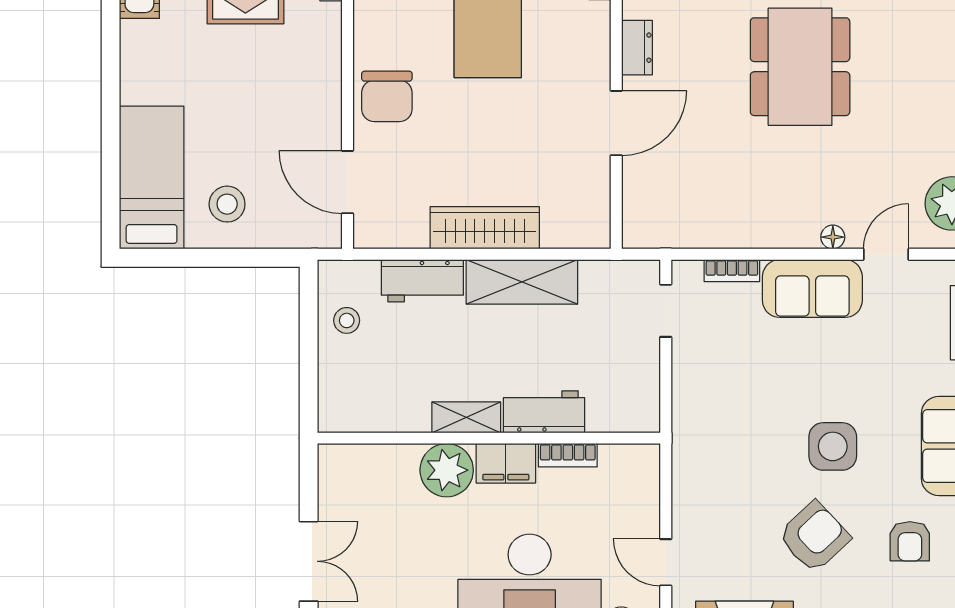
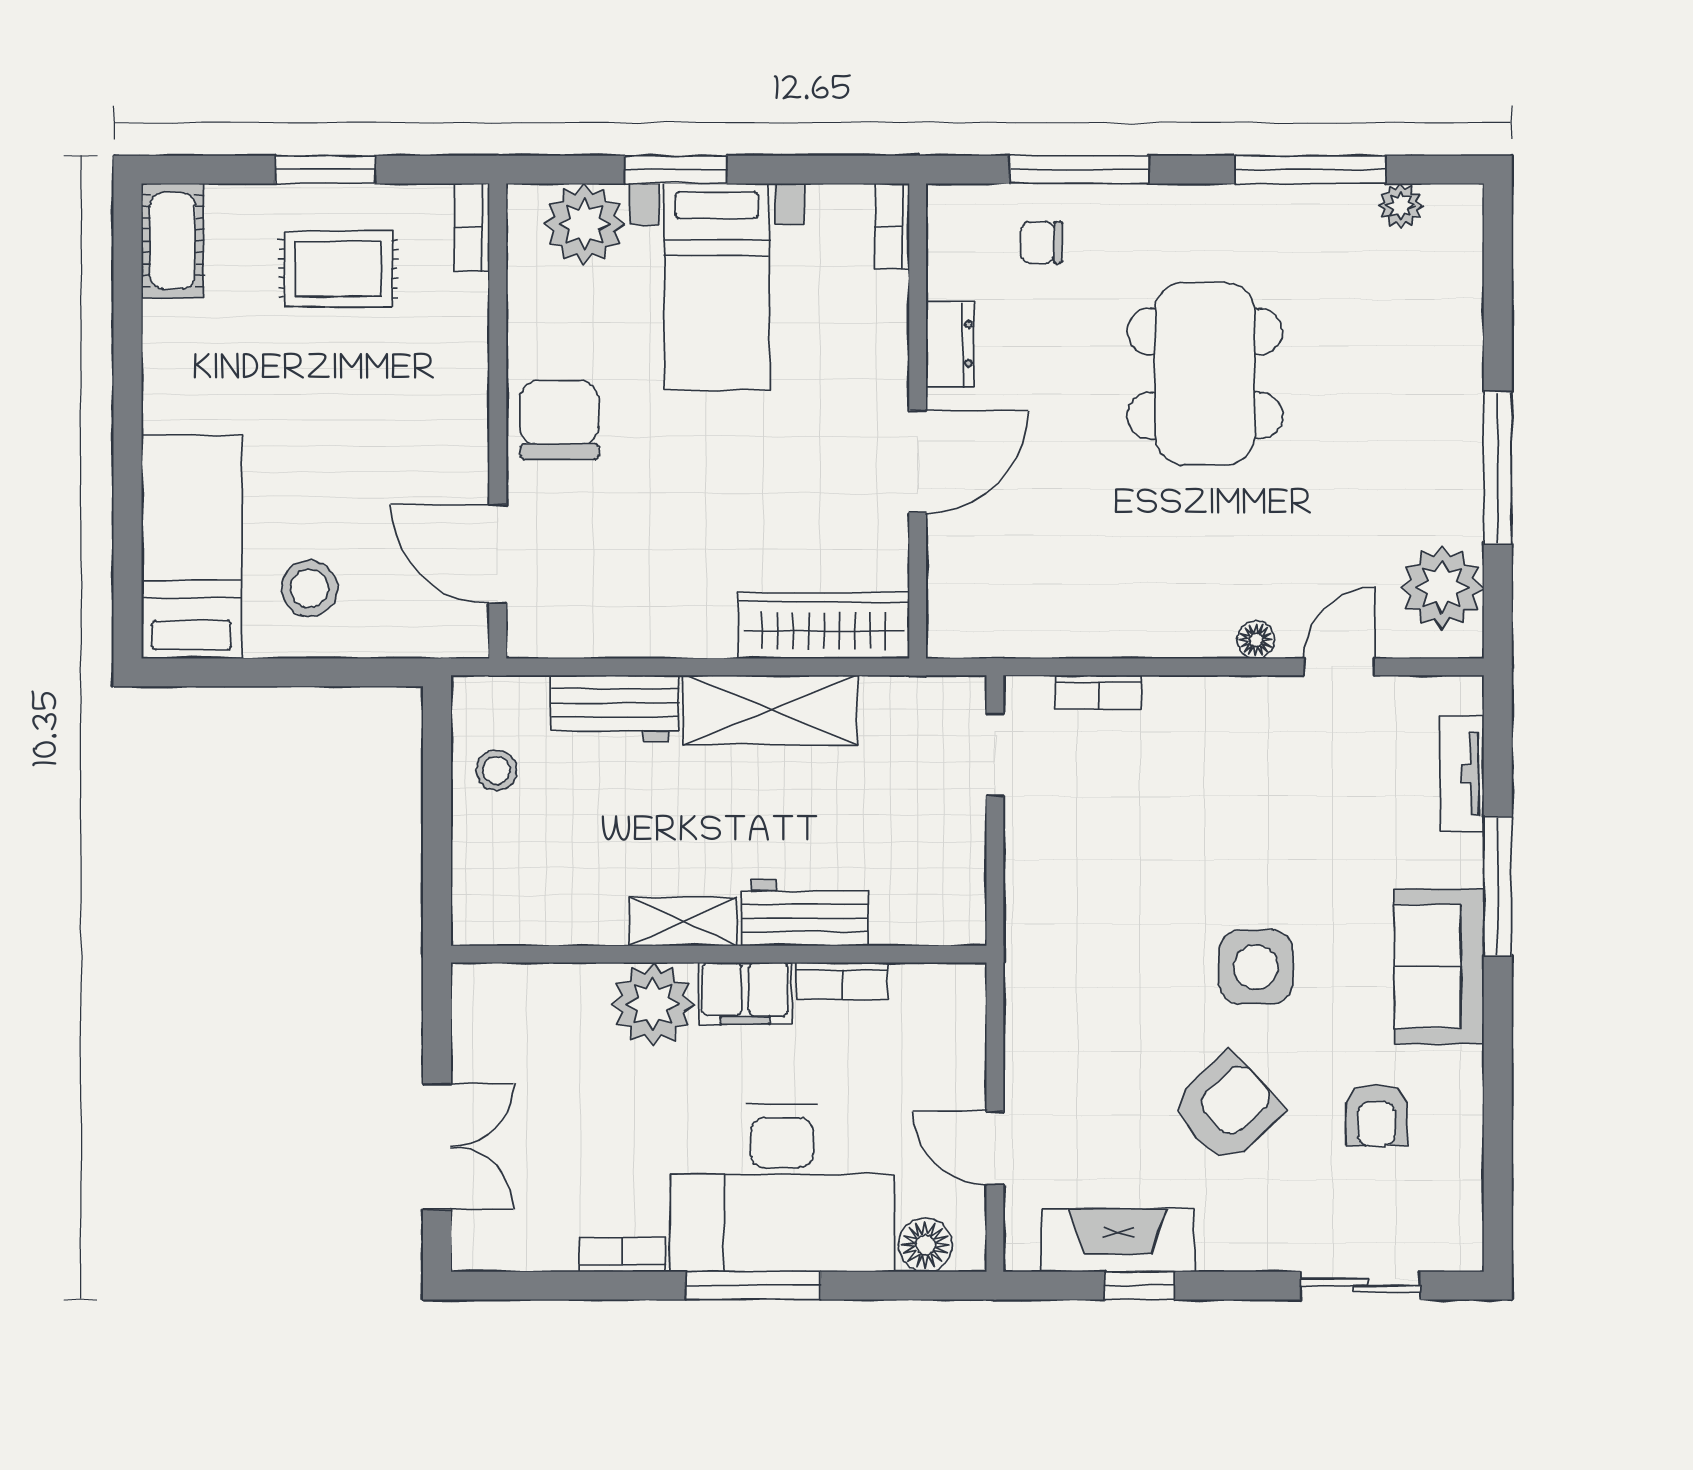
chair: (387, 96) -> (559, 420), turned 180
wardrobe: (485, 228) -> (824, 625), moved
sofa: (812, 289) -> (1224, 720), removed

